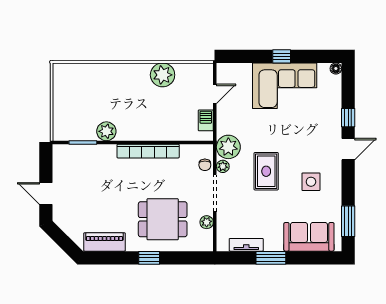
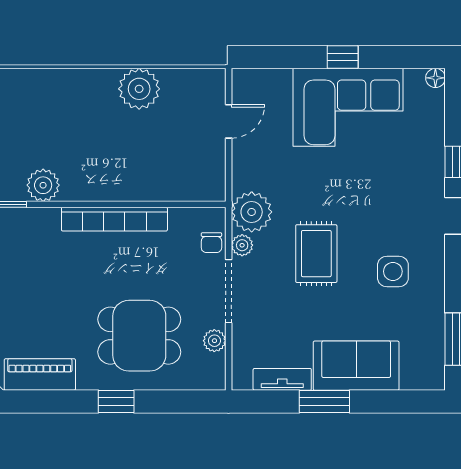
barbecue: (206, 120) -> (213, 167), removed
sofa: (309, 237) -> (356, 366), moved

